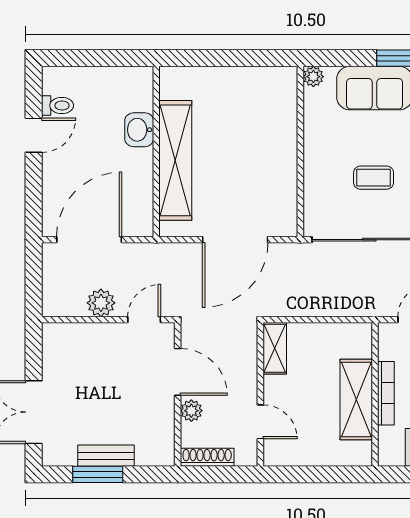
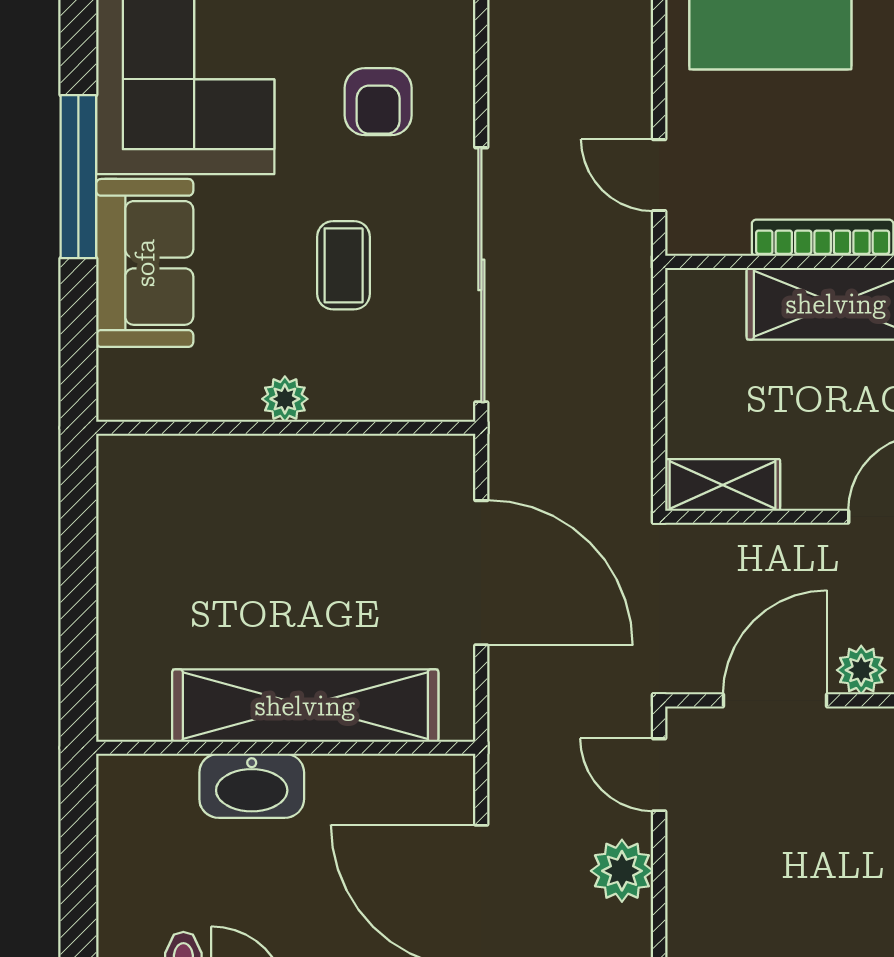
plant: (313, 77) -> (285, 399), moved
washbasin: (139, 130) -> (252, 786), width x1.38

